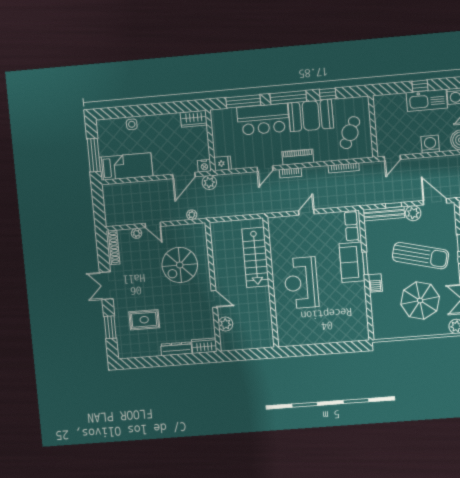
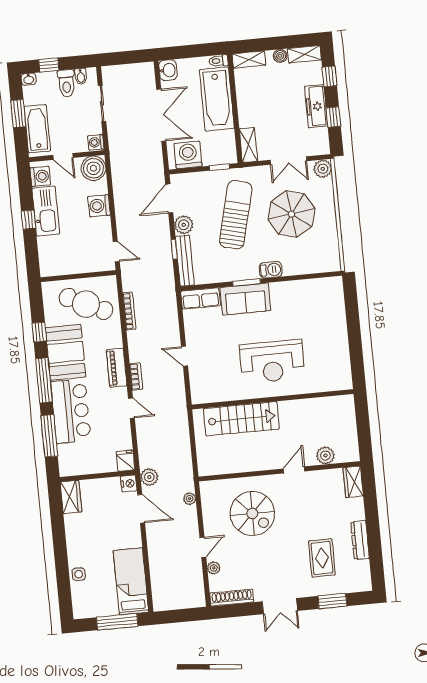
cafe table: (350, 133) -> (86, 304), width x1.37, depth x1.35
dresser: (176, 349) -> (360, 540), moved

